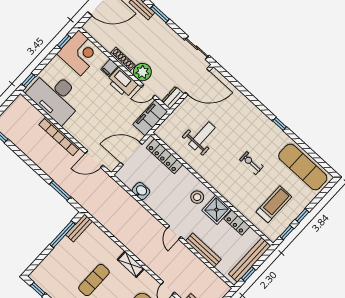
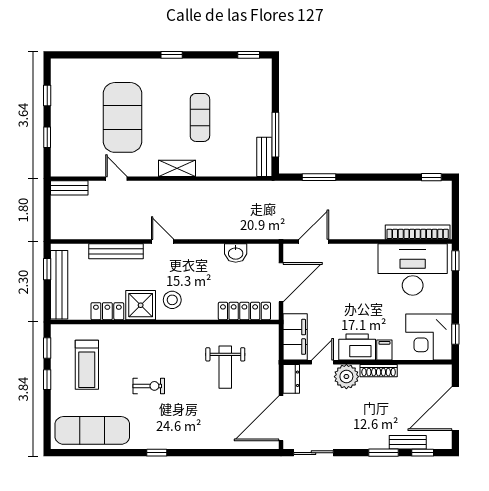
bookcase: (59, 136) -> (418, 232), moved

